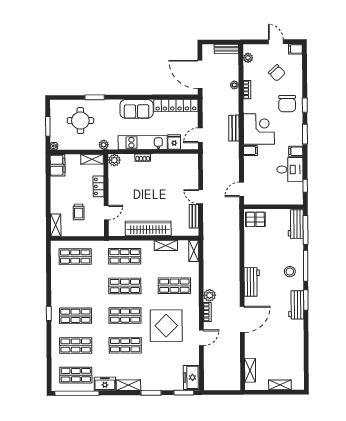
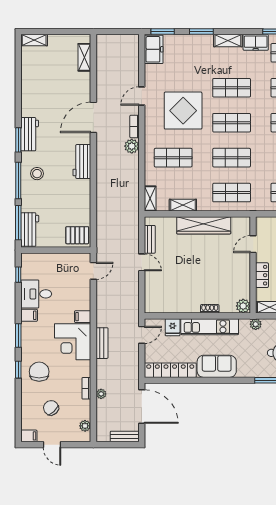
bench: (226, 49) -> (125, 436), moved
shelving: (280, 385) -> (34, 40), moved

